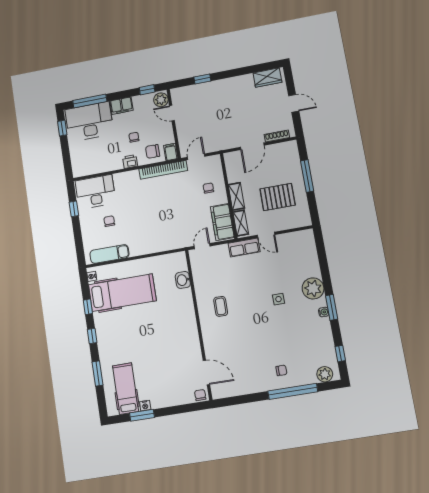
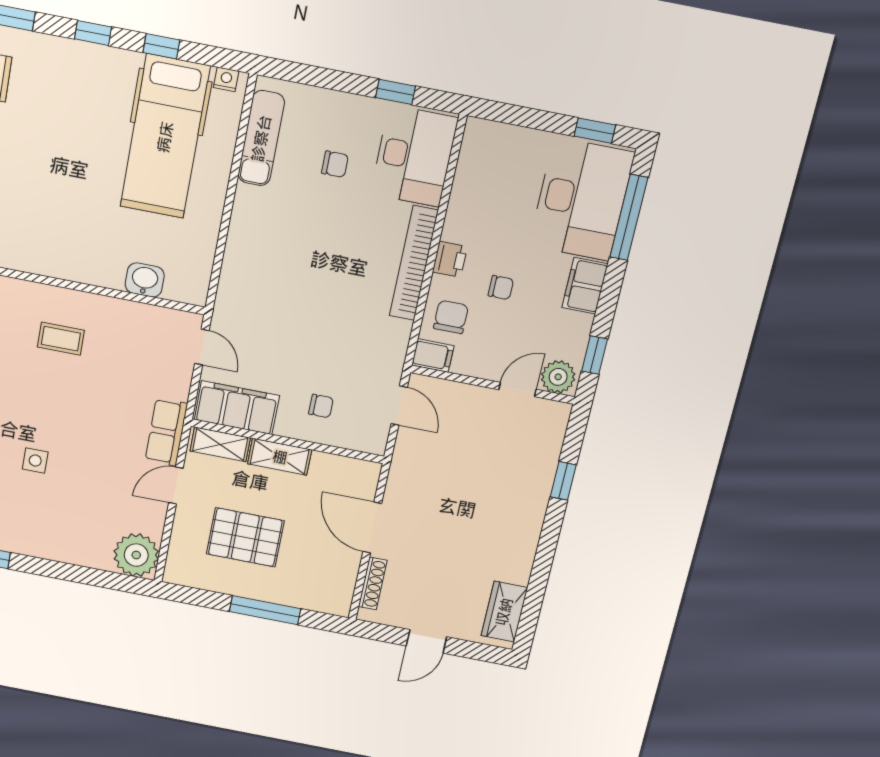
bookcase: (163, 170) -> (414, 263), moved
pallet: (278, 197) -> (245, 537), turned 90
plant: (313, 288) -> (136, 555), moved

